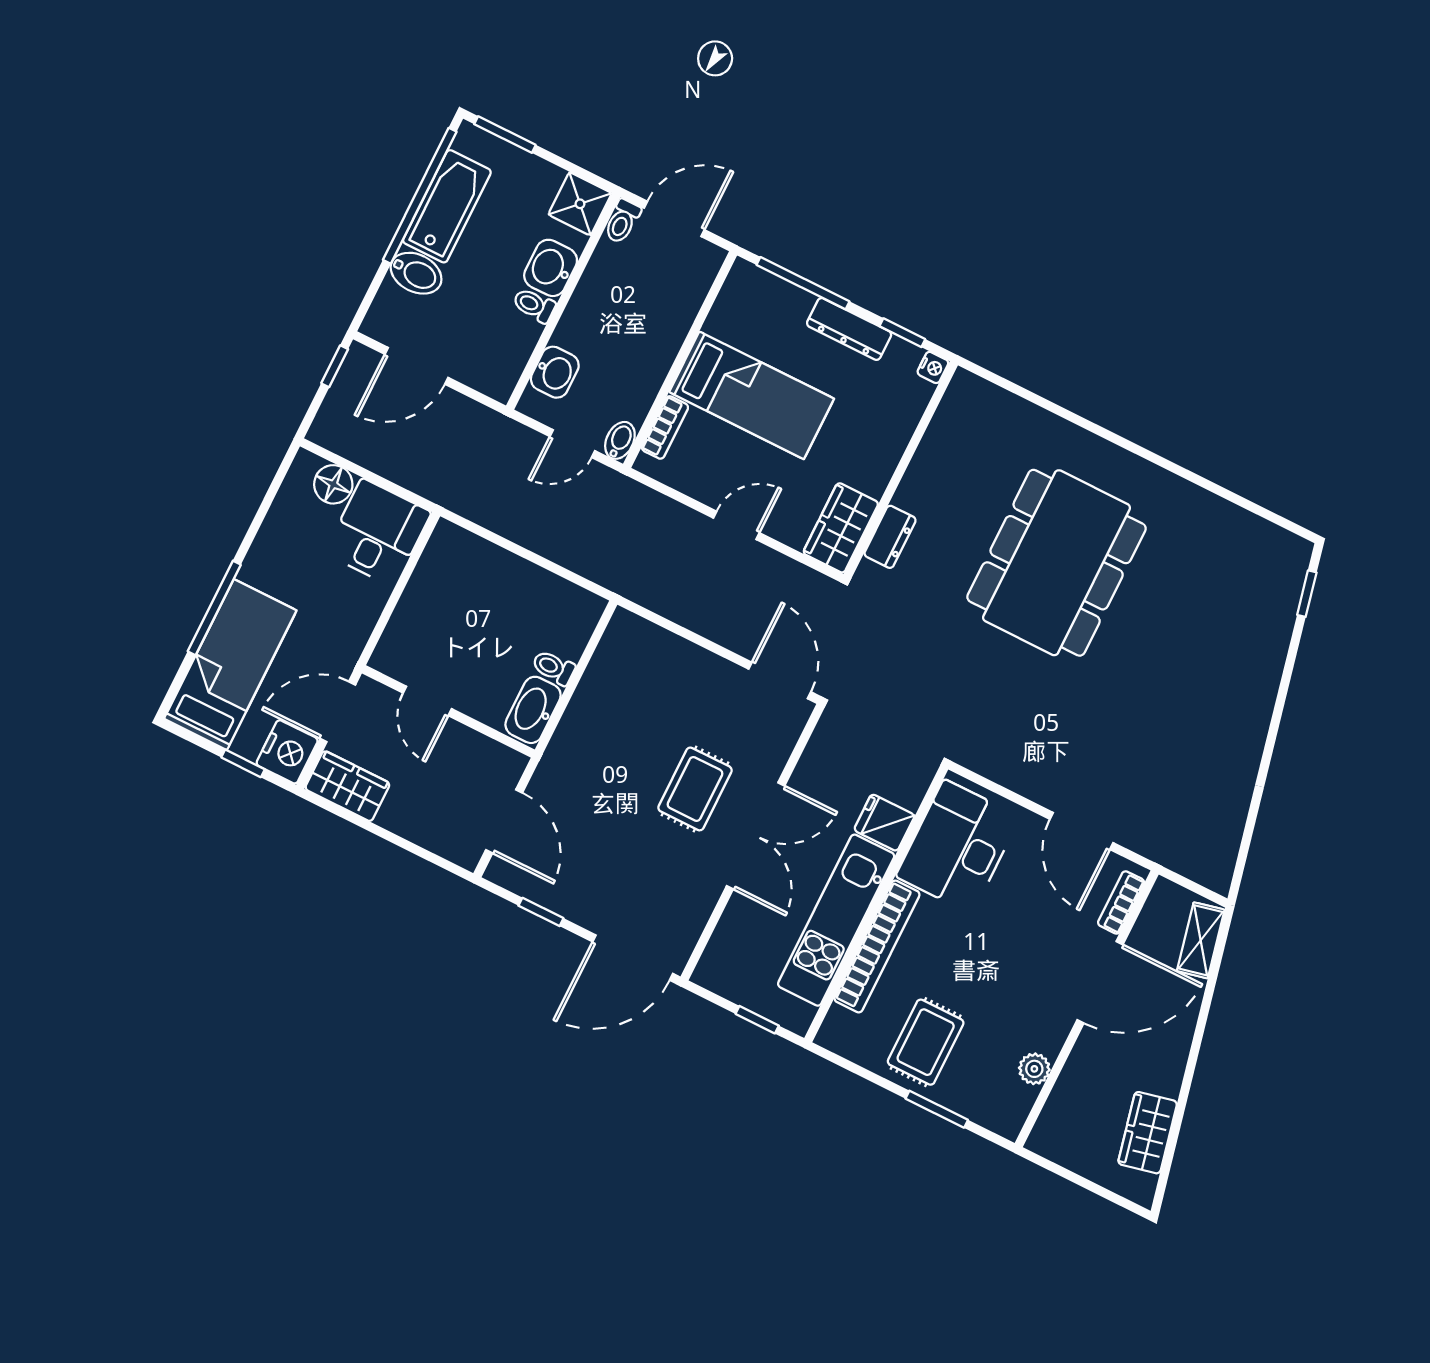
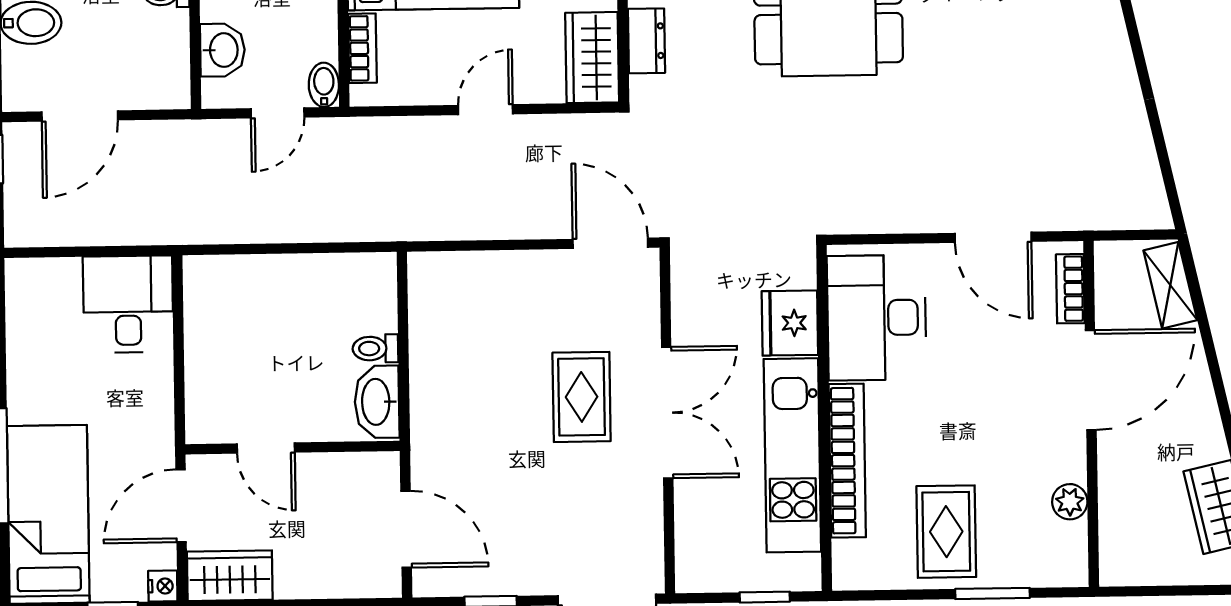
floor lamp: (333, 484) -> (58, 279), removed
nightstand: (287, 752) -> (163, 586), width x0.53, depth x0.56
fridge: (884, 823) -> (790, 323), width x1.38

